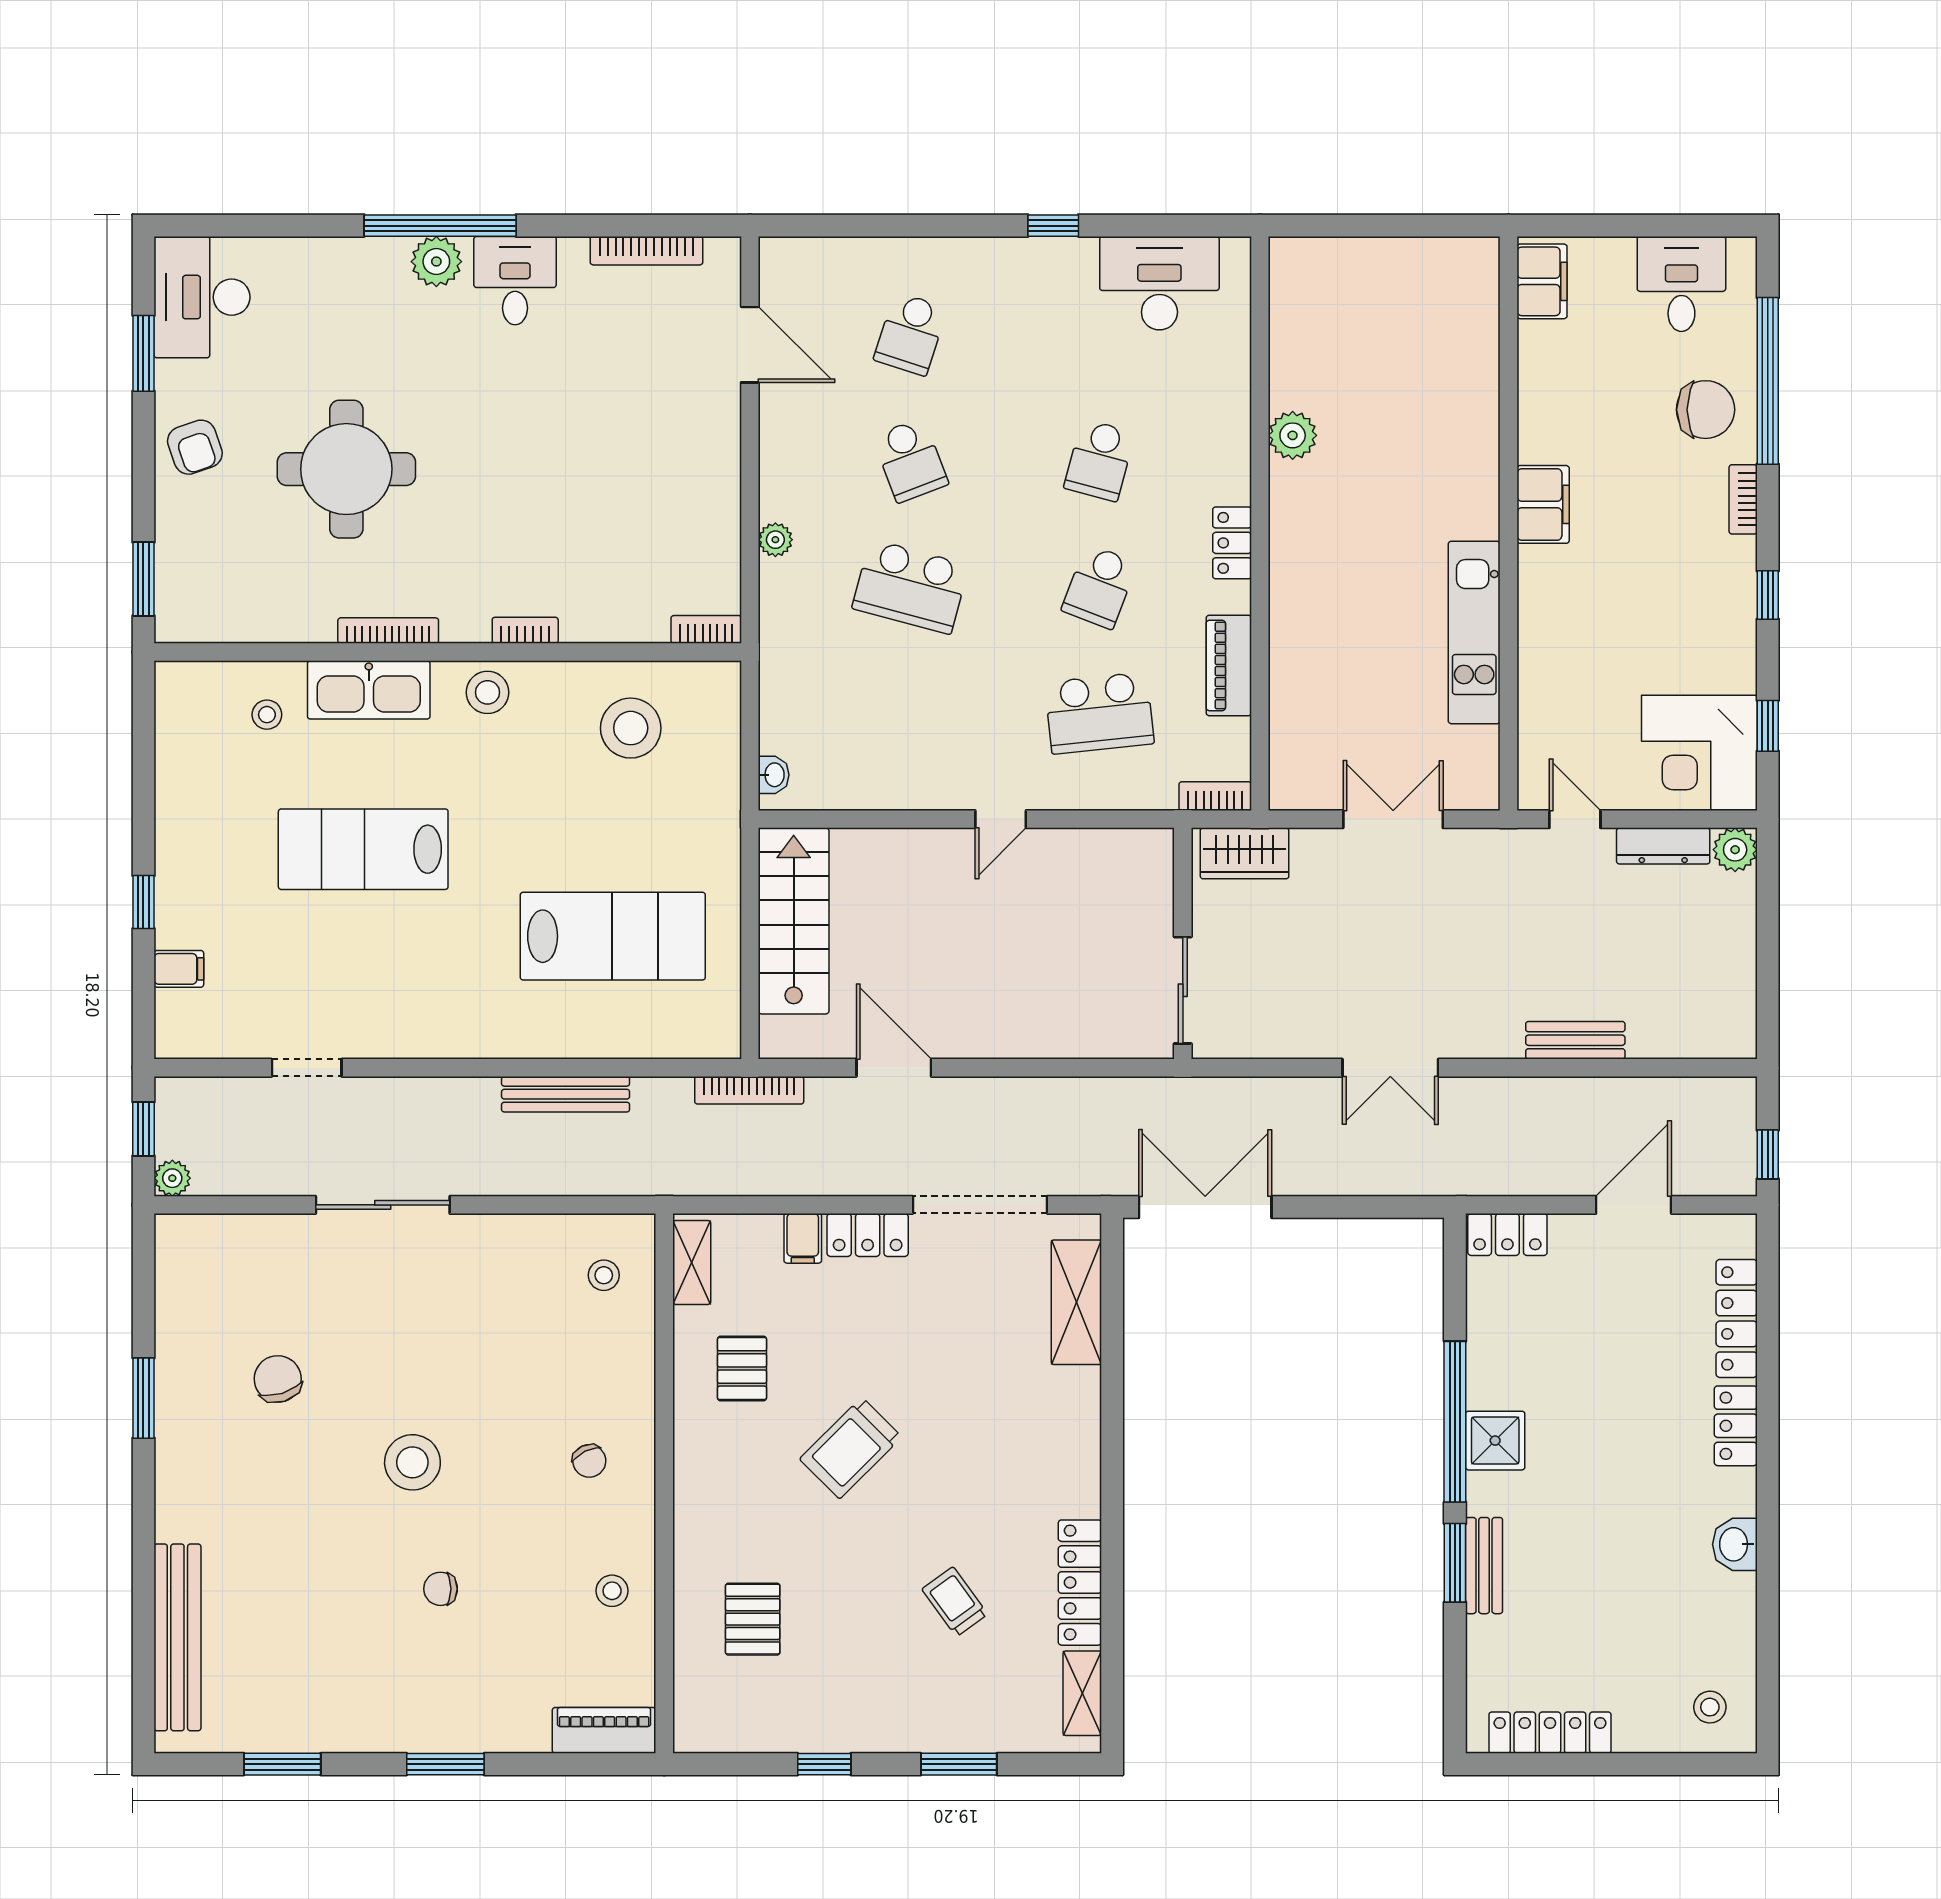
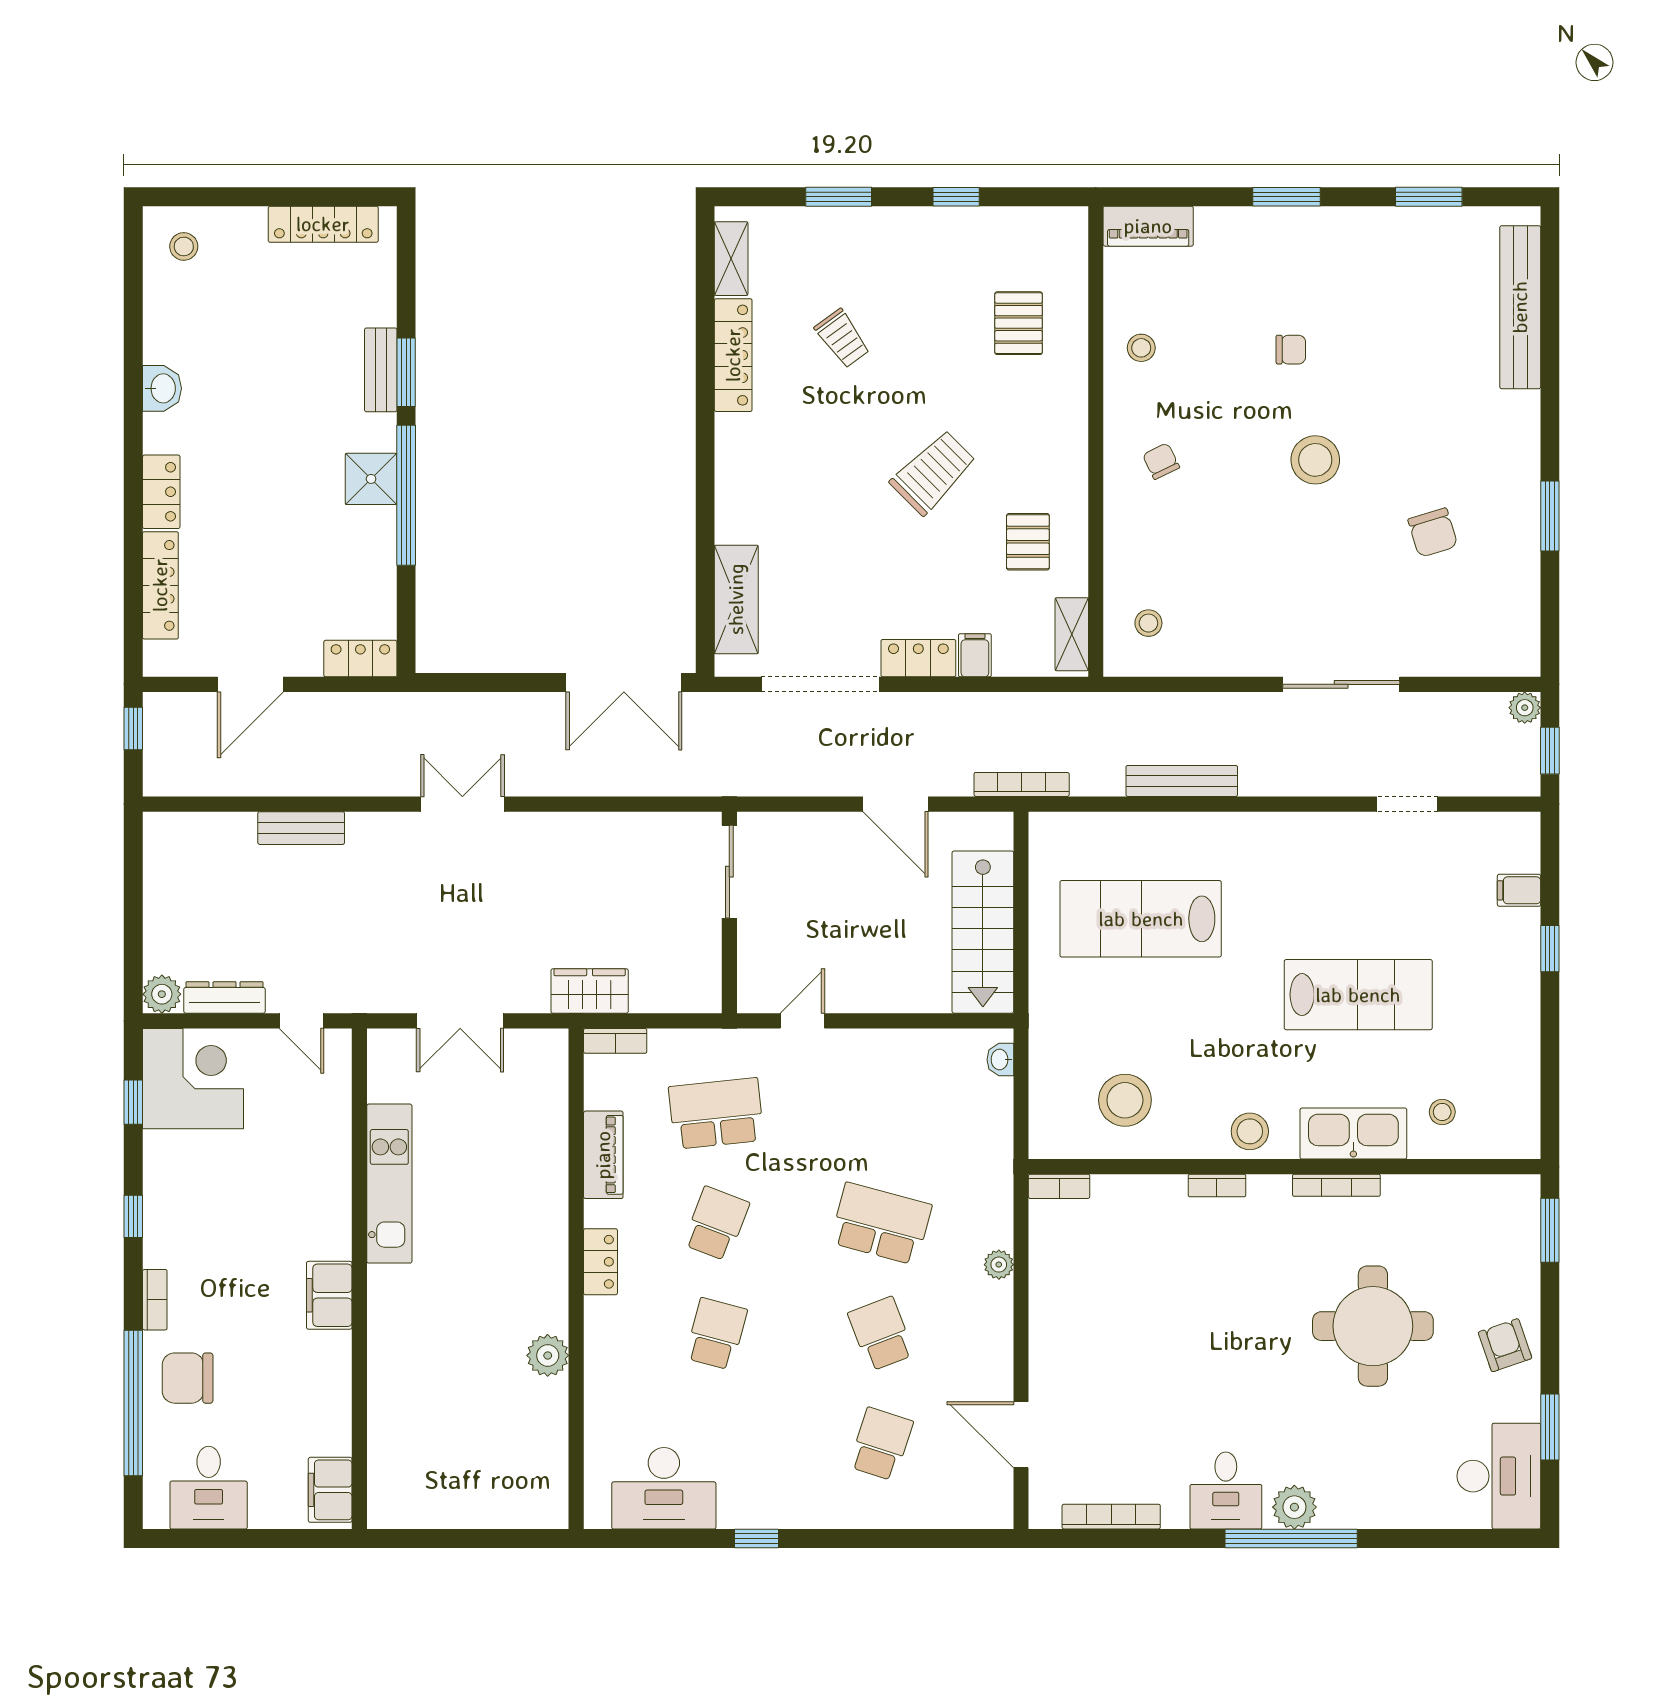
wall: (1183, 943) -> (729, 912), moved
sliding door: (1183, 990) -> (729, 872), moved

